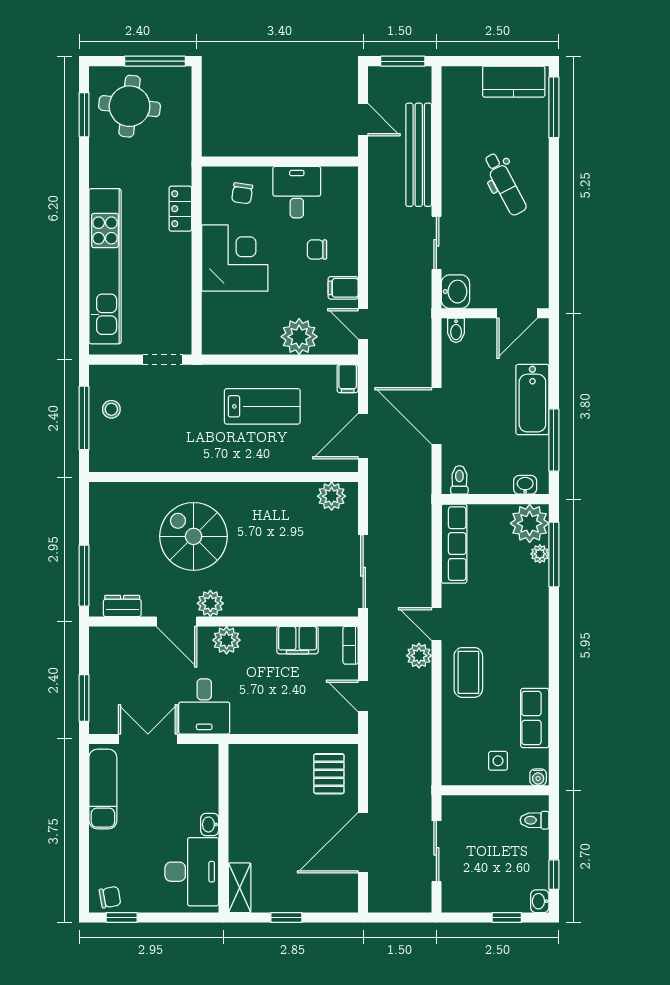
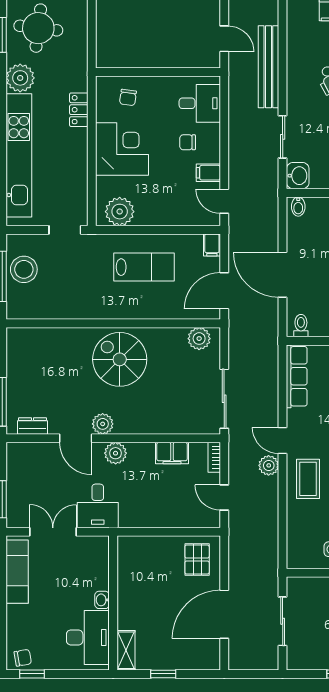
plant: (107, 169) -> (20, 78), added
desk: (297, 192) -> (200, 103), moved, turned 90
plant: (299, 337) -> (120, 212), moved
stool: (111, 409) -> (24, 269), width x1.89, depth x1.89
spiral stairs: (194, 536) -> (120, 359), moved

